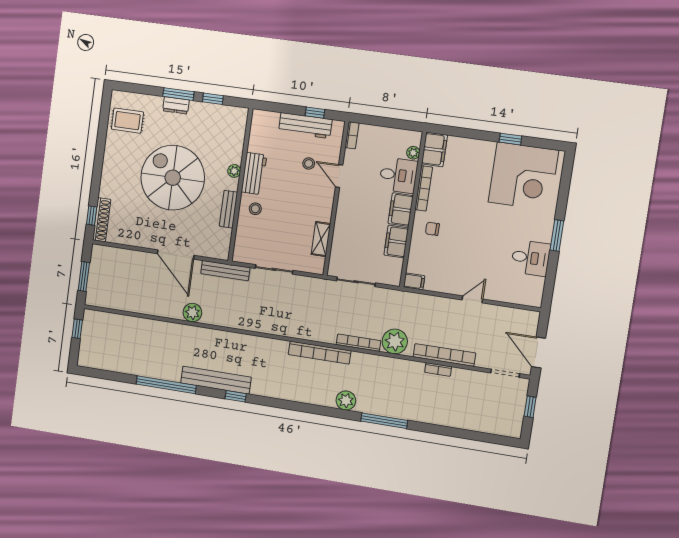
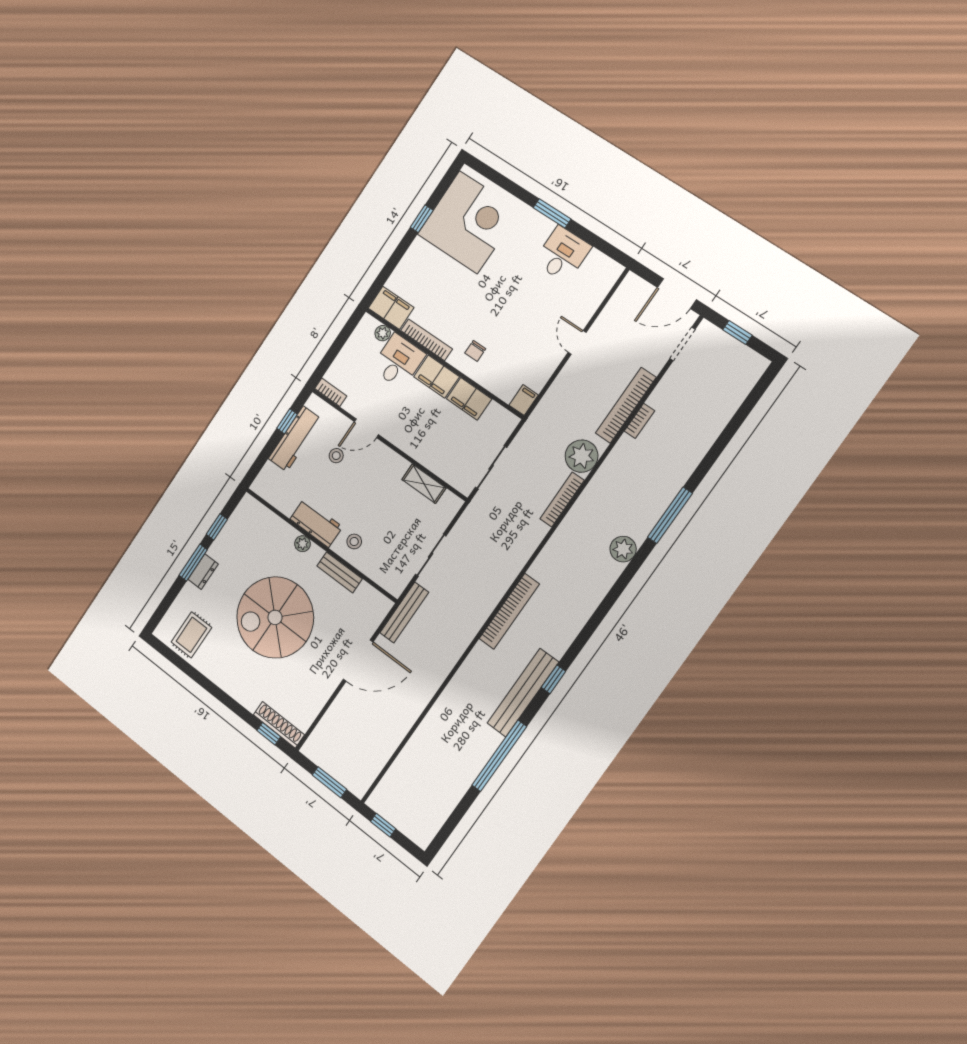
plant: (192, 313) -> (432, 677), removed
bookcase: (320, 353) -> (509, 611), moved

